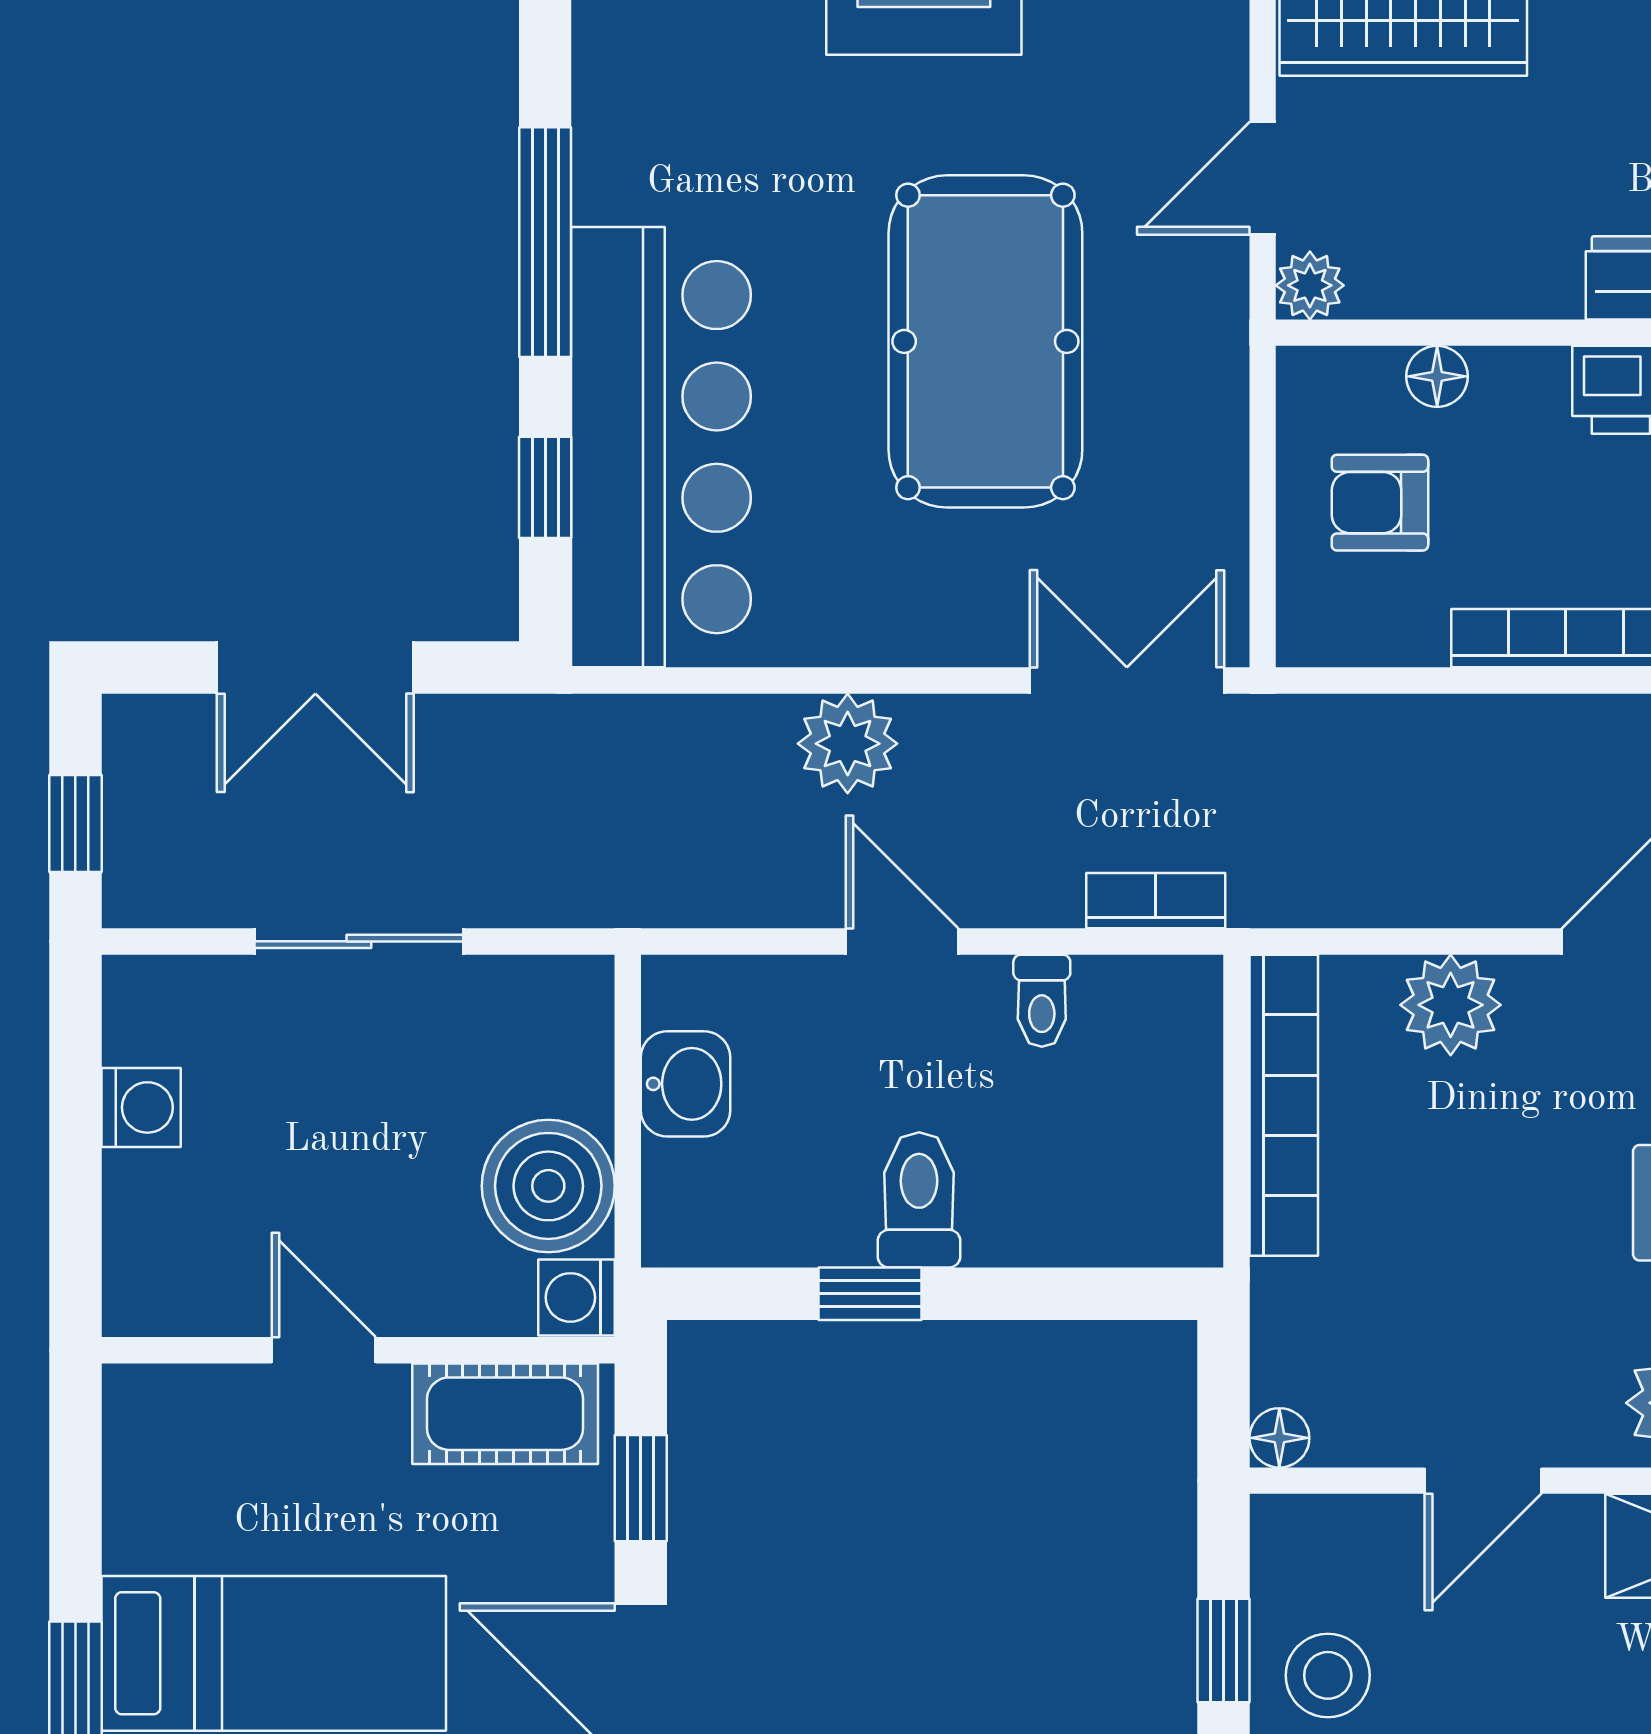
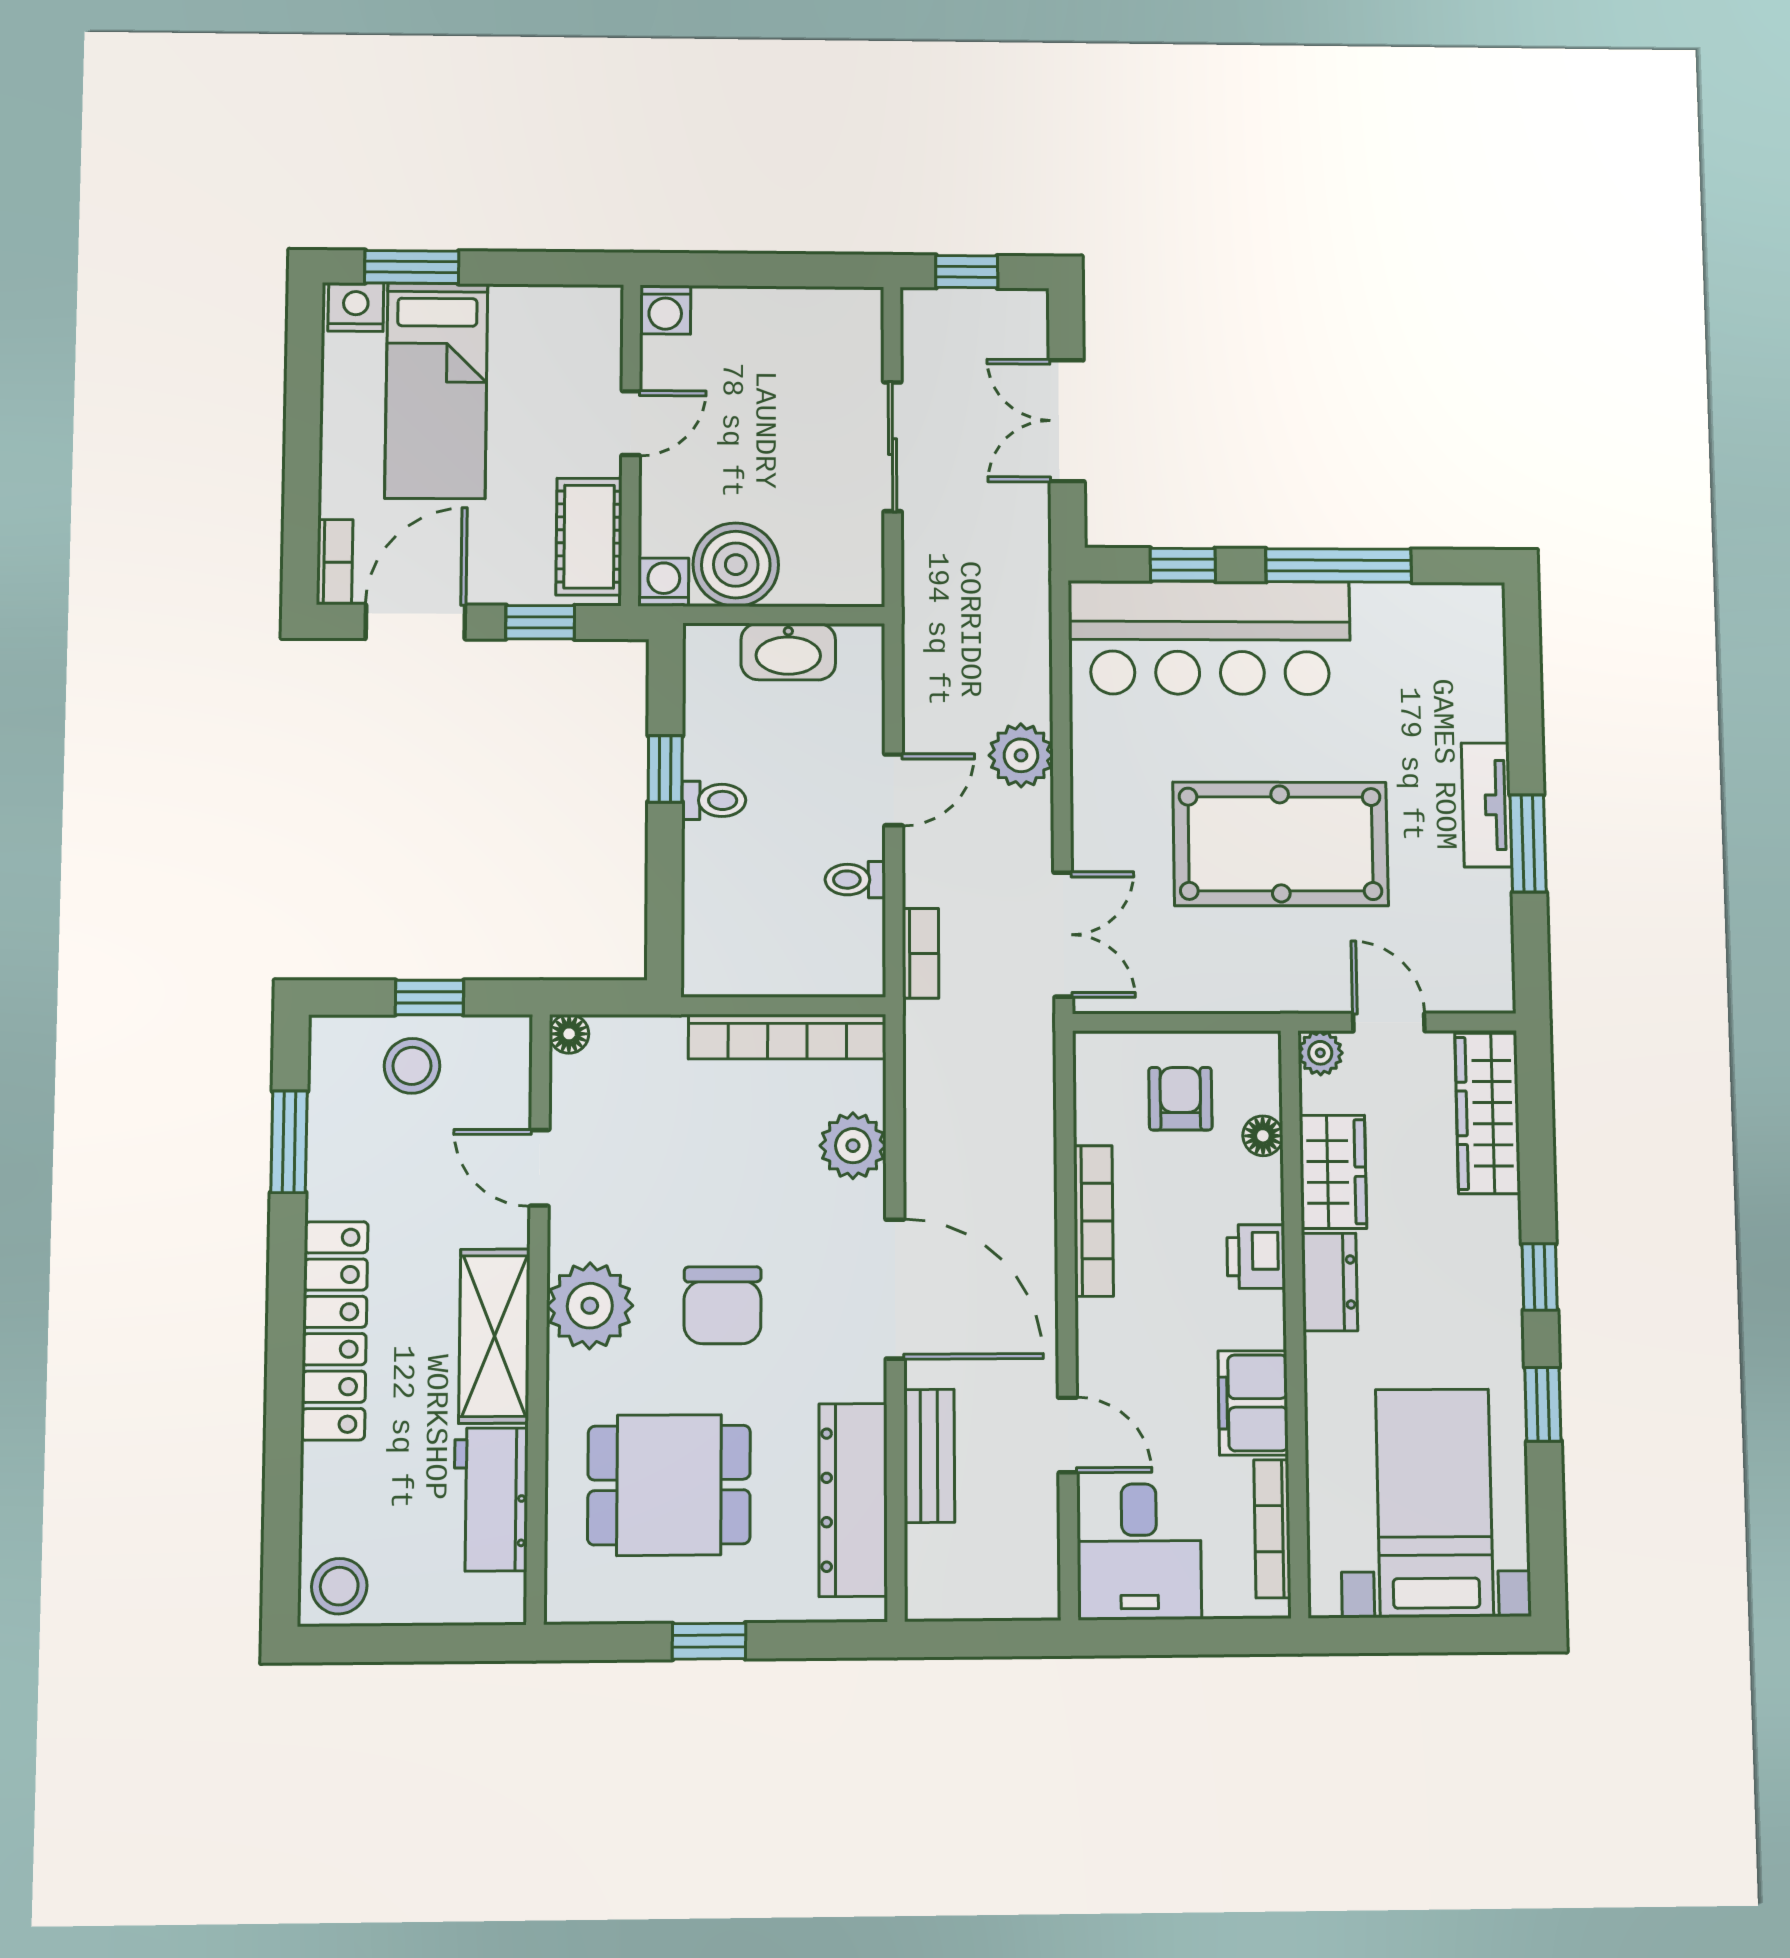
wardrobe: (1492, 269) -> (1333, 1172), added
washbasin: (685, 1084) -> (788, 652), width x1.38
washing machine: (141, 1107) -> (665, 310), moved
toilet: (919, 1200) -> (714, 800), width x0.73, depth x0.72

